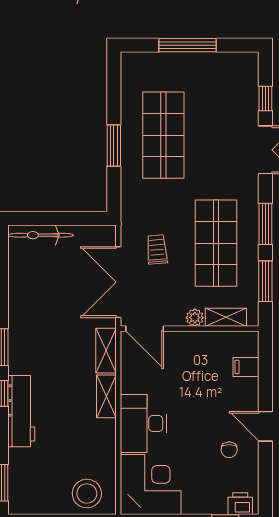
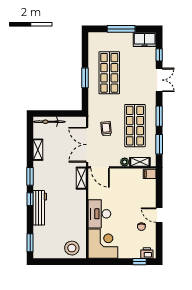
freezer: (236, 67) -> (145, 39), added
filing cabinet: (246, 367) -> (150, 174), moved
shelving: (106, 396) -> (38, 150), moved

